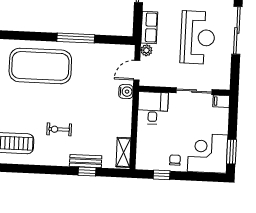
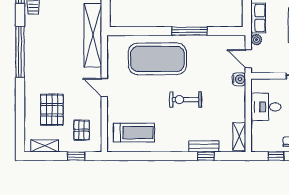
door: (137, 70) -> (248, 59), hinge flipped
desk: (153, 108) -> (266, 107), moved, turned -90
exercise bike: (59, 129) -> (185, 100), moved, width x1.38, depth x1.39

